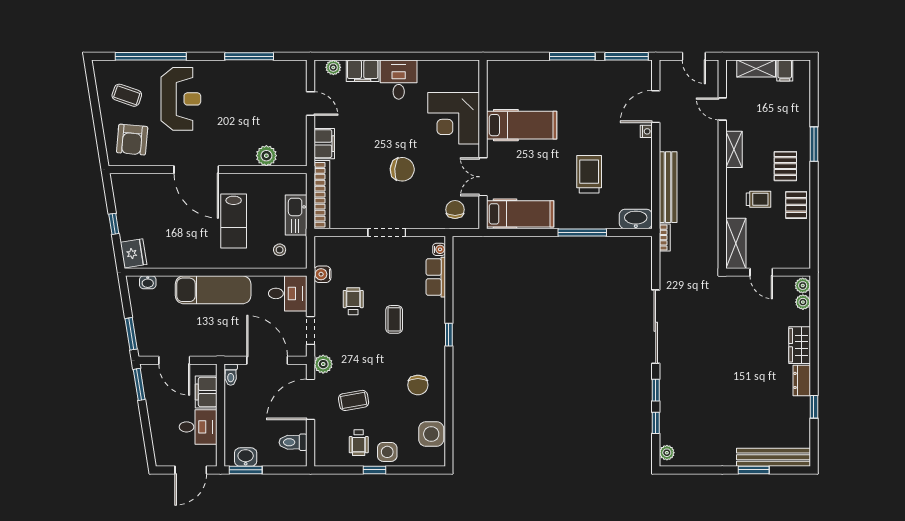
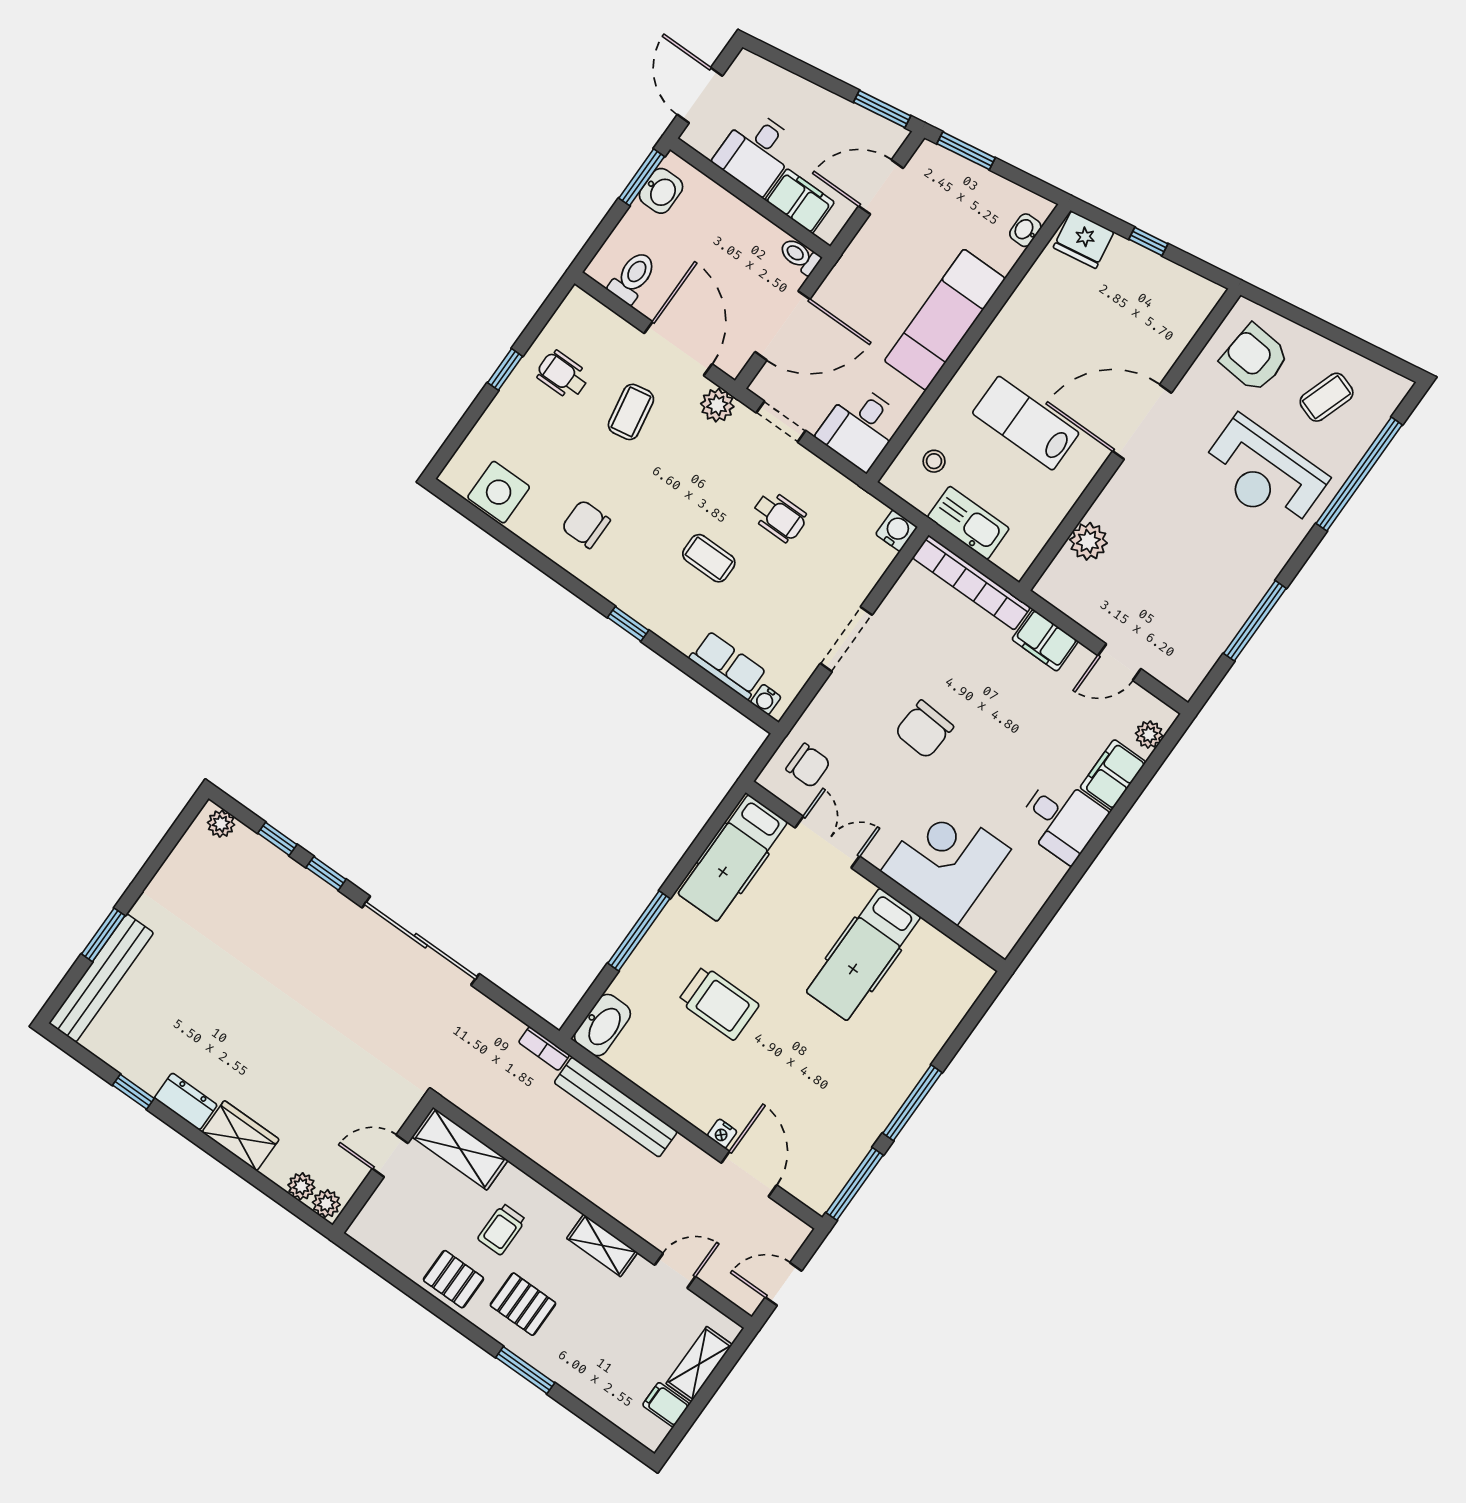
water cooler: (322, 274) -> (896, 531), moved
side table: (387, 452) -> (518, 408), removed

